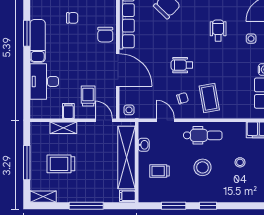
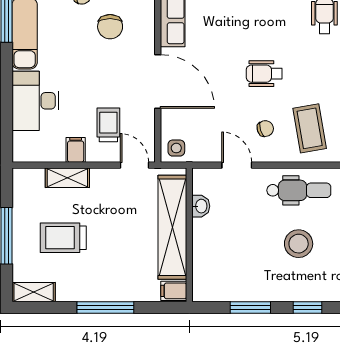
chair: (105, 35) -> (110, 27), moved
trolley: (160, 171) -> (227, 250), removed

